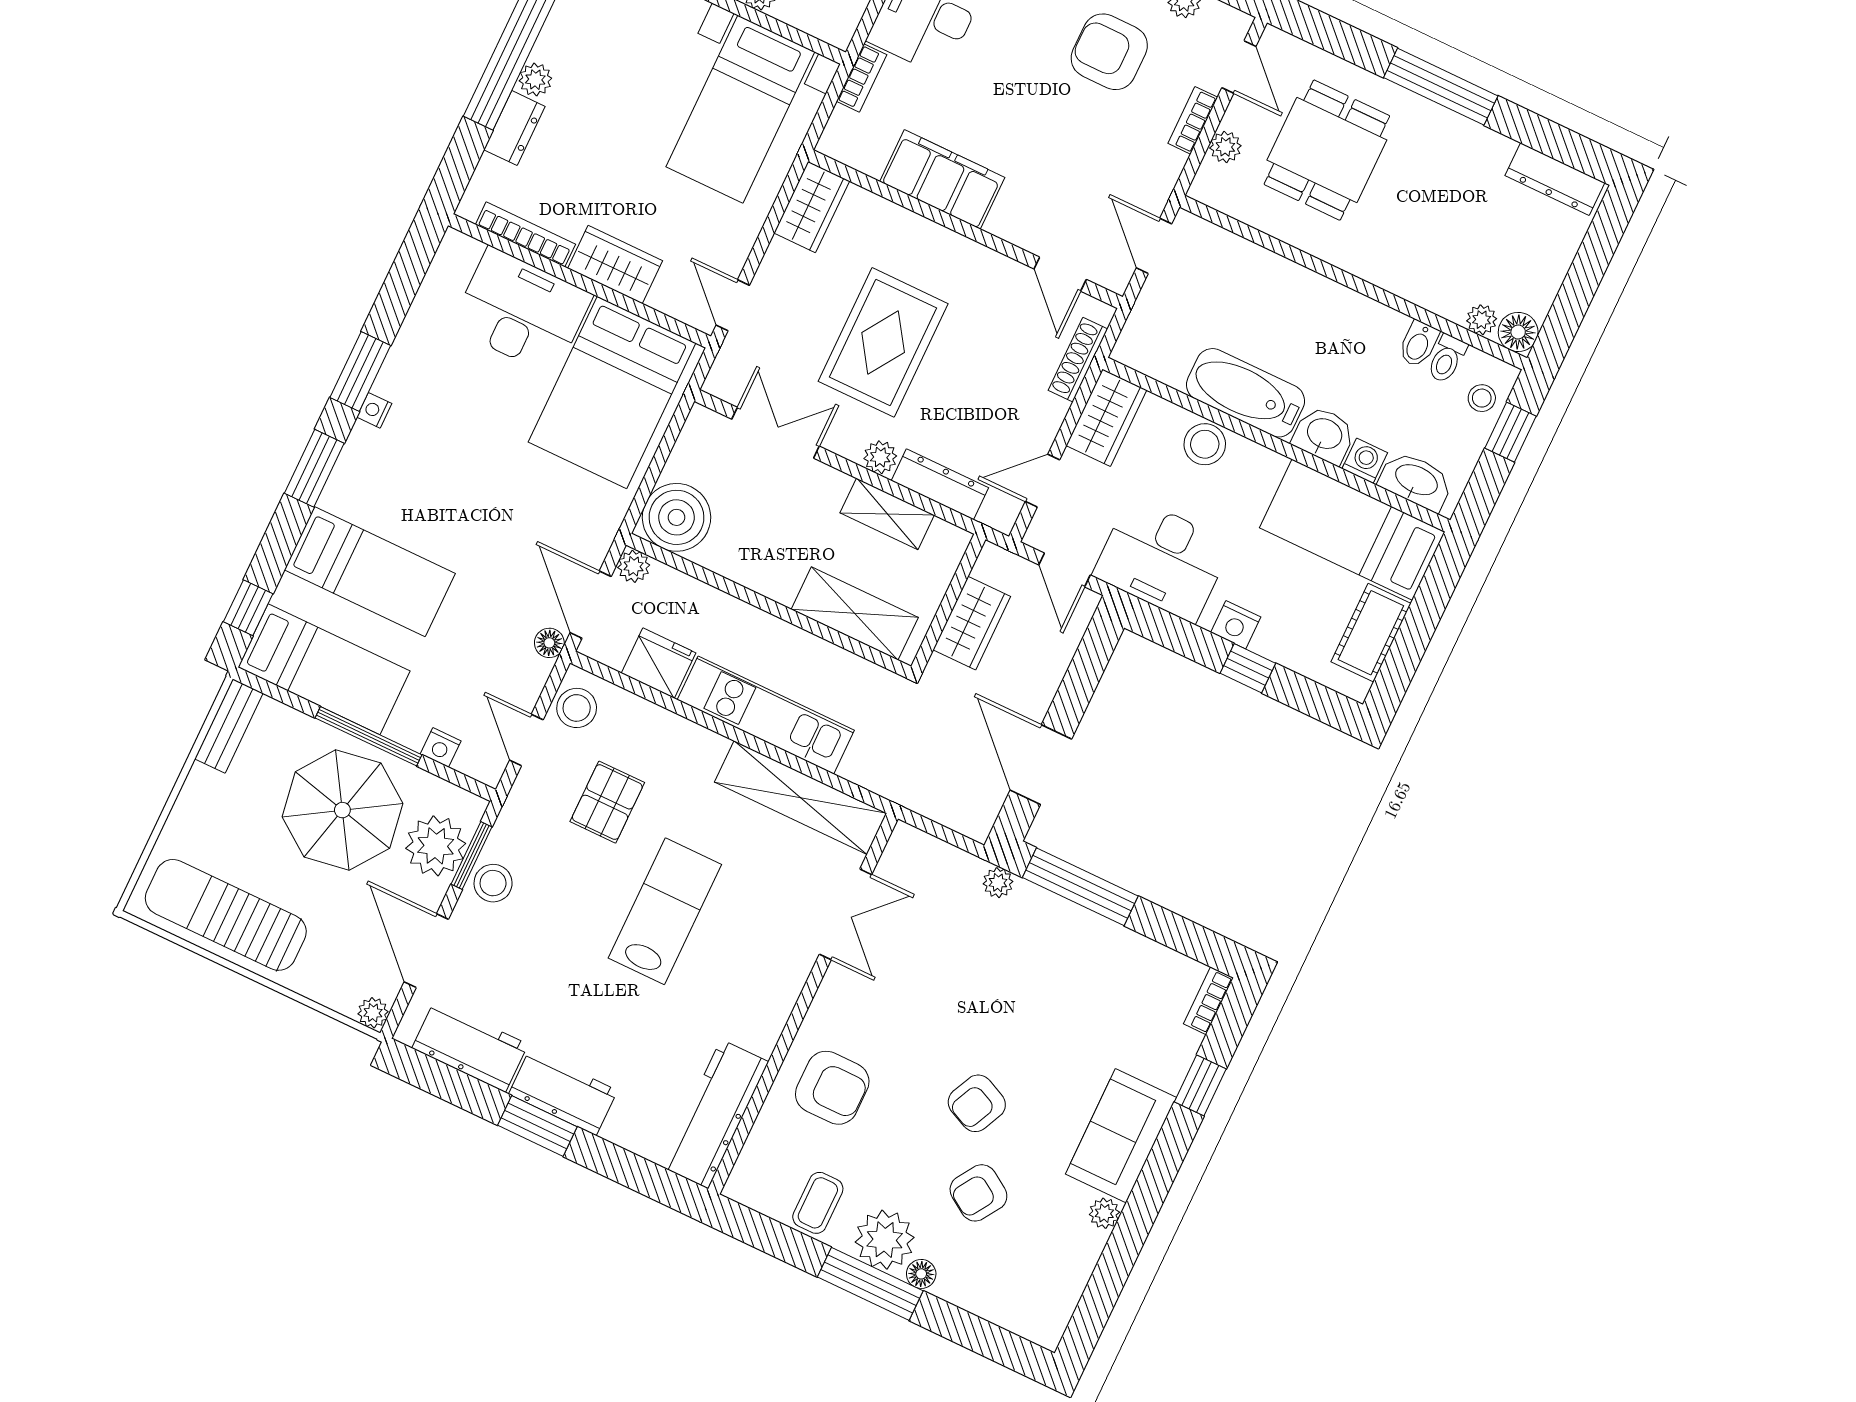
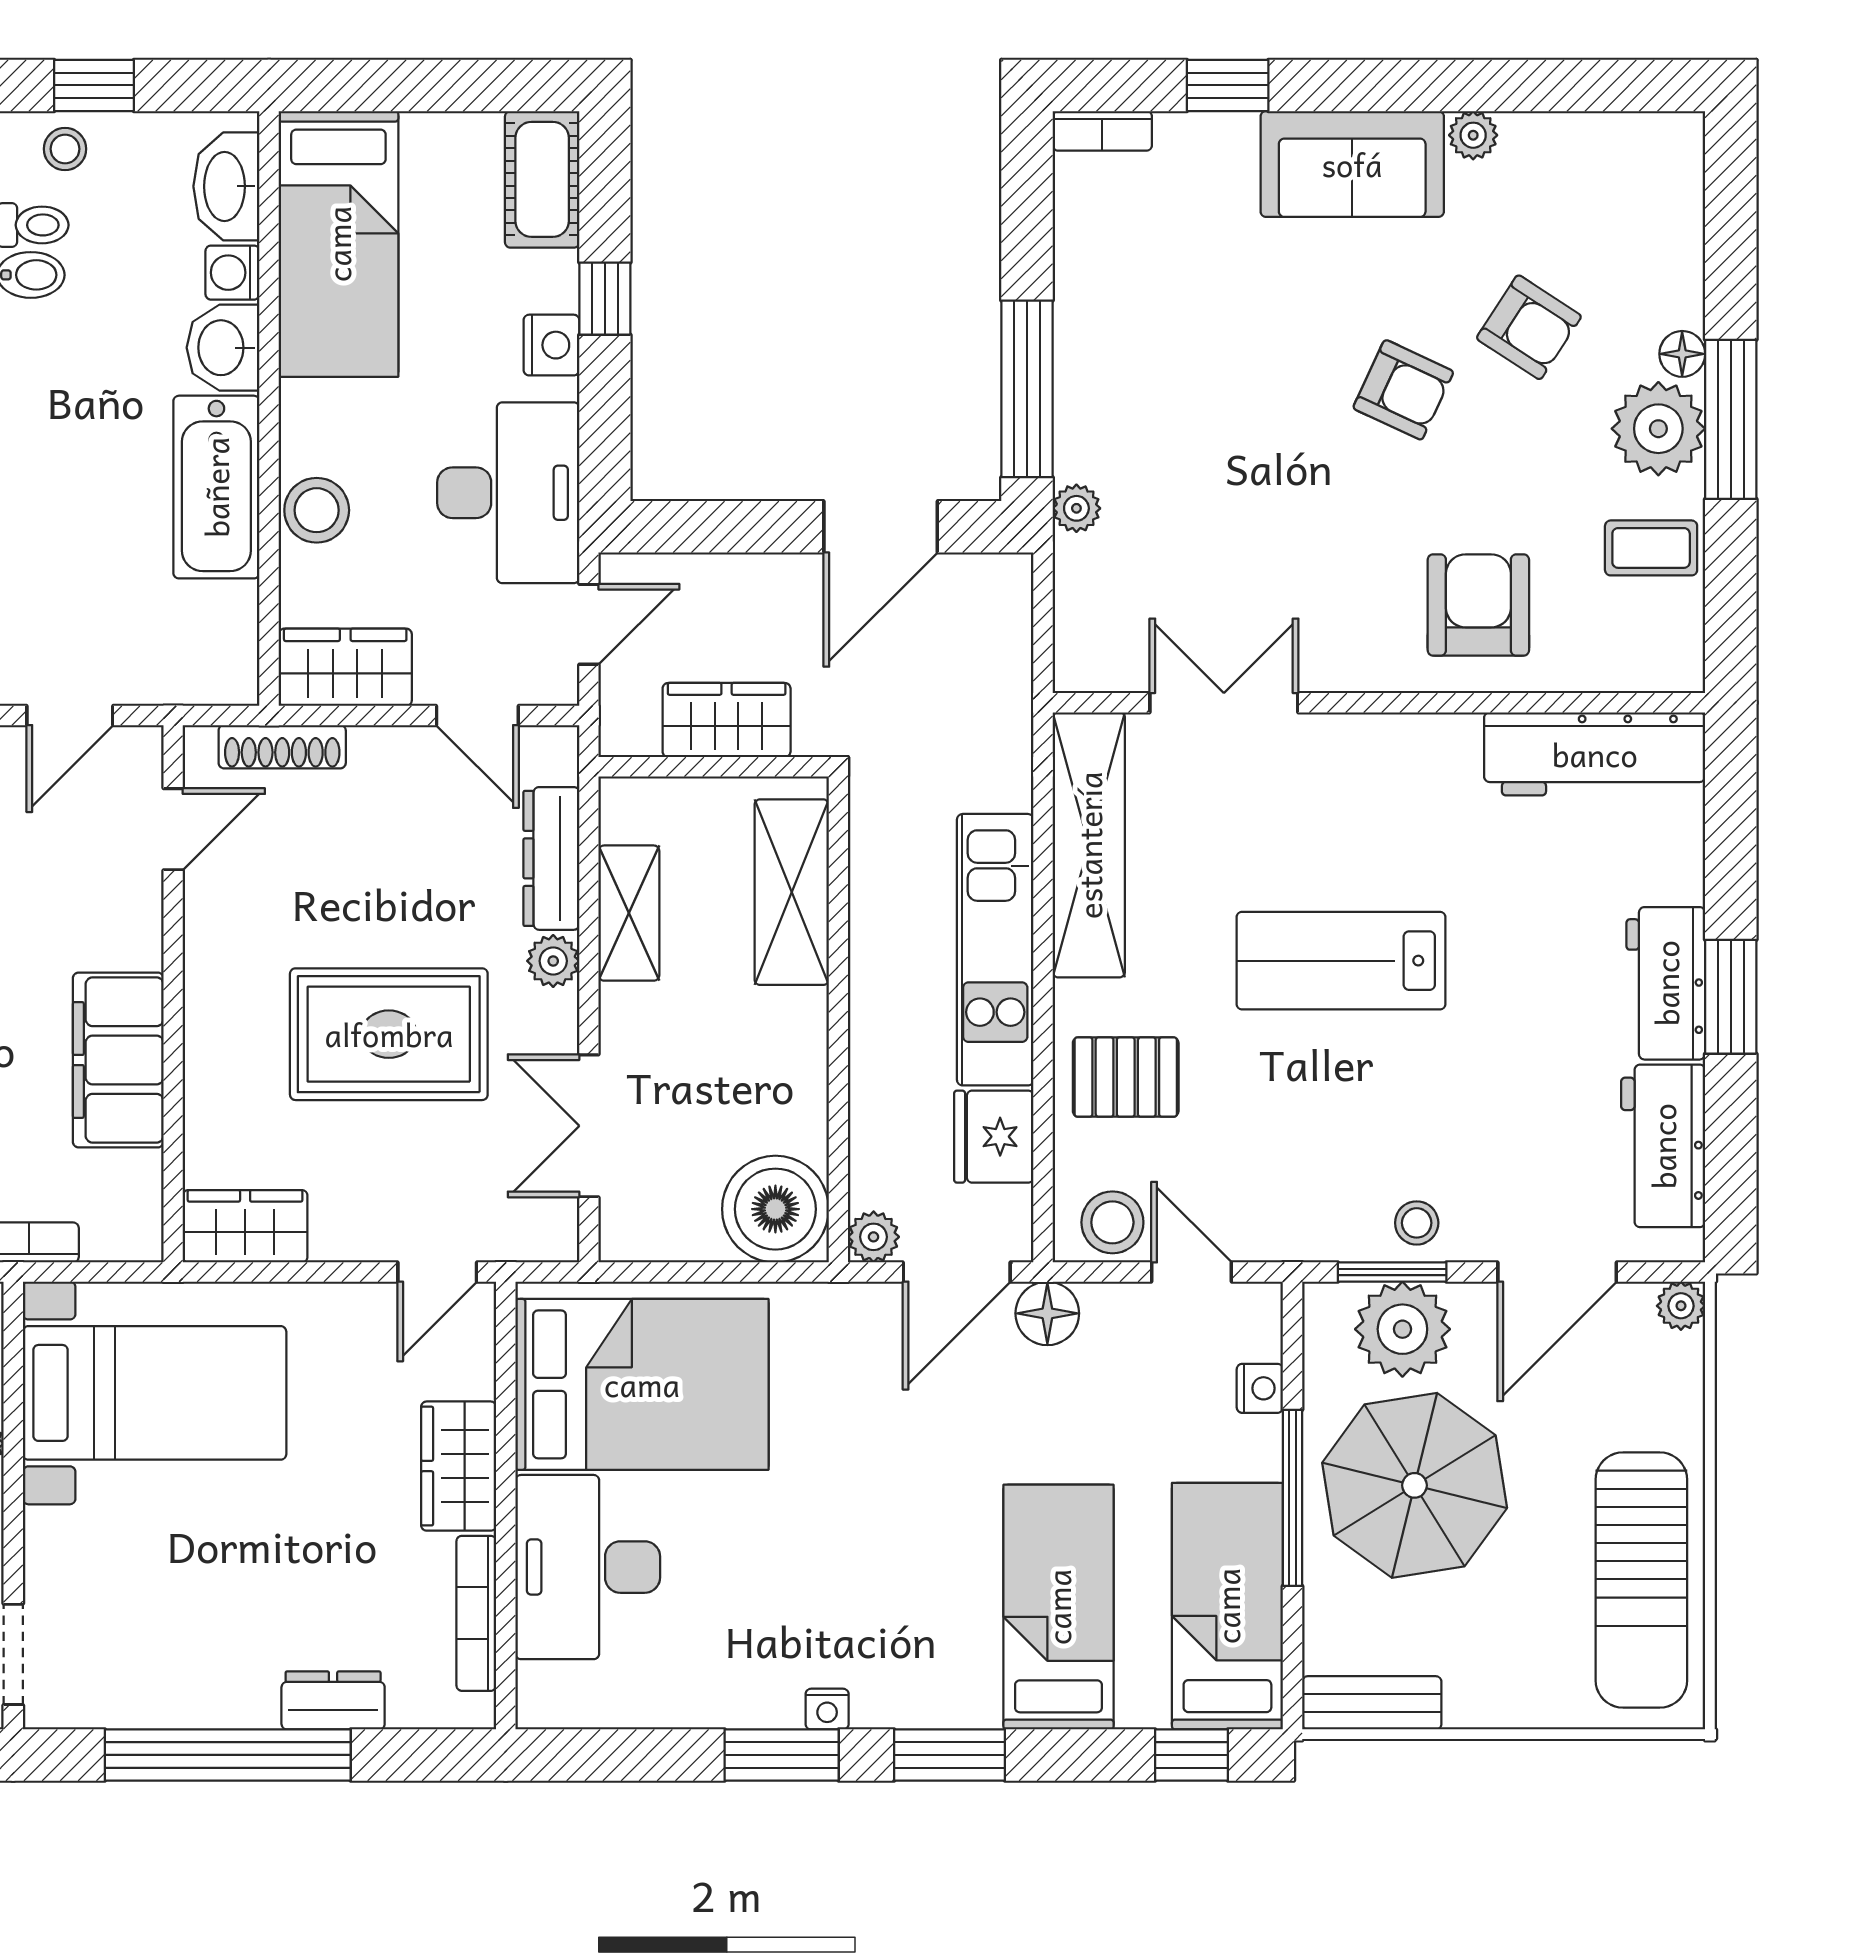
plant: (535, 80) -> (250, 1703), removed
cot: (1371, 633) -> (542, 179), moved, turned 90
floor lamp: (549, 643) -> (1047, 1313), width x1.37, depth x1.37
door: (526, 740) -> (1191, 1272), swing flipped
pallet: (607, 802) -> (1126, 1077), moved
stool: (493, 883) -> (1417, 1223), width x0.73, depth x0.73

